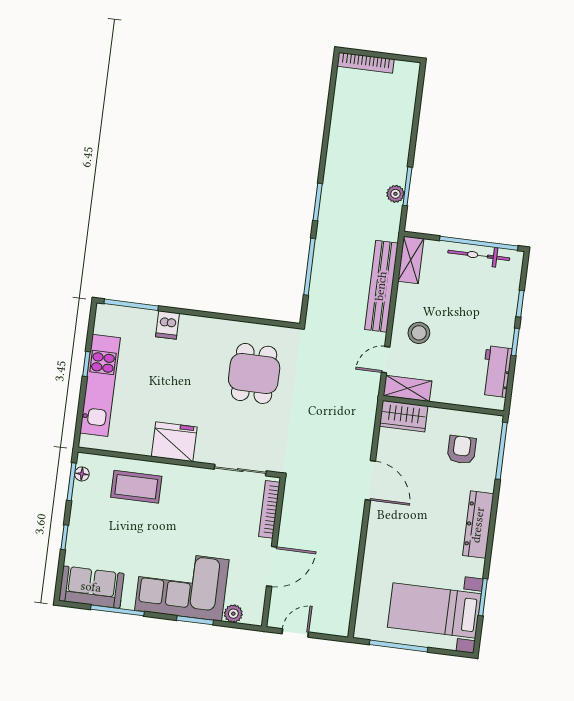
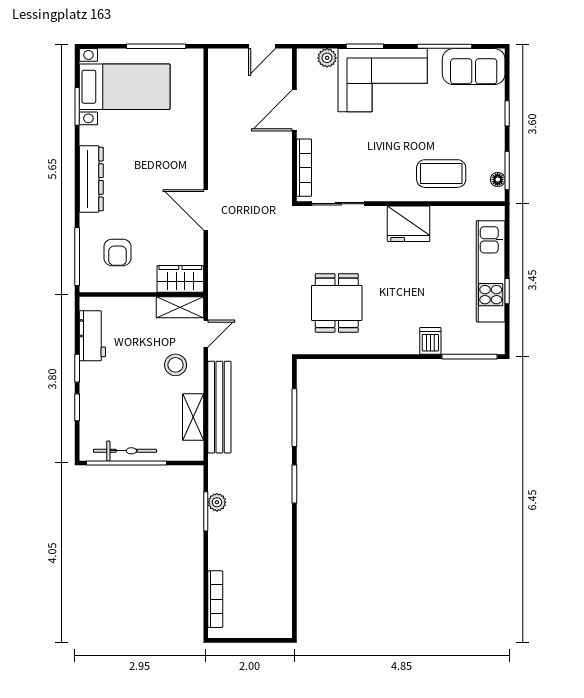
bookcase: (366, 63) -> (215, 599), moved, turned 90
shelving: (411, 260) -> (193, 417), moved

